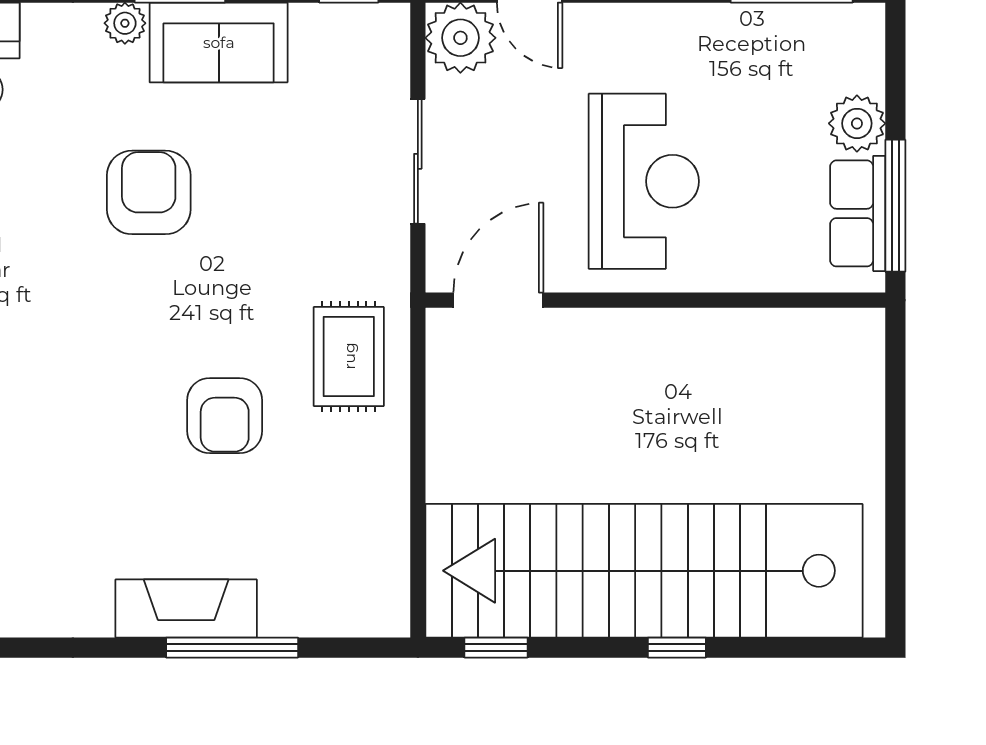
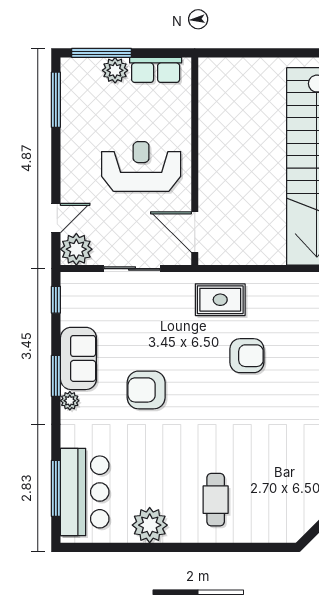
window: (895, 206) -> (102, 53), moved

